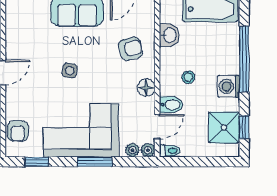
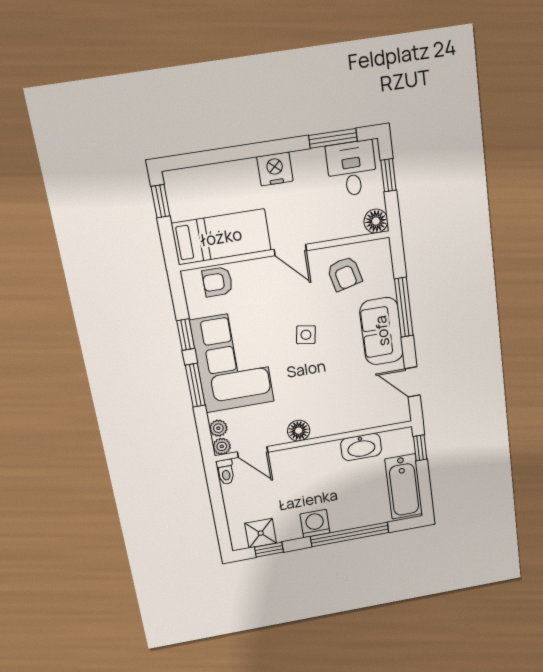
washbasin: (169, 35) -> (361, 447), width x1.38
armchair: (131, 49) -> (345, 274), moved
stool: (188, 77) -> (319, 477), removed
bidet: (171, 105) -> (282, 463), removed
shower: (224, 127) -> (261, 533), width x0.73, depth x0.73
window: (37, 162) -> (186, 335), moved

